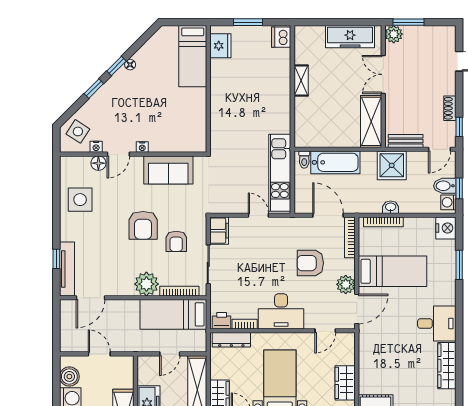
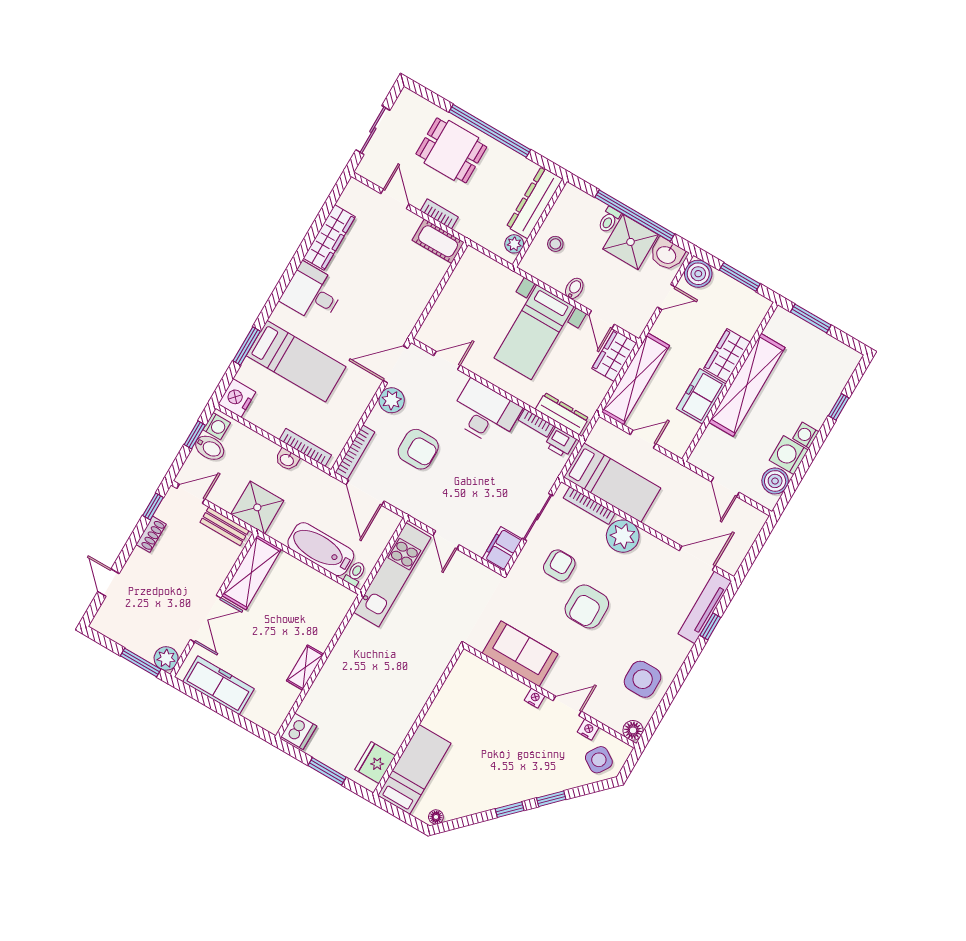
floor lamp: (130, 65) -> (436, 817), moved
floor lamp: (98, 163) -> (633, 730), moved
armchair: (143, 225) -> (587, 607), turned 180
bed: (393, 271) -> (296, 361), moved, turned 180
wardrobe: (345, 383) -> (459, 286), removed

